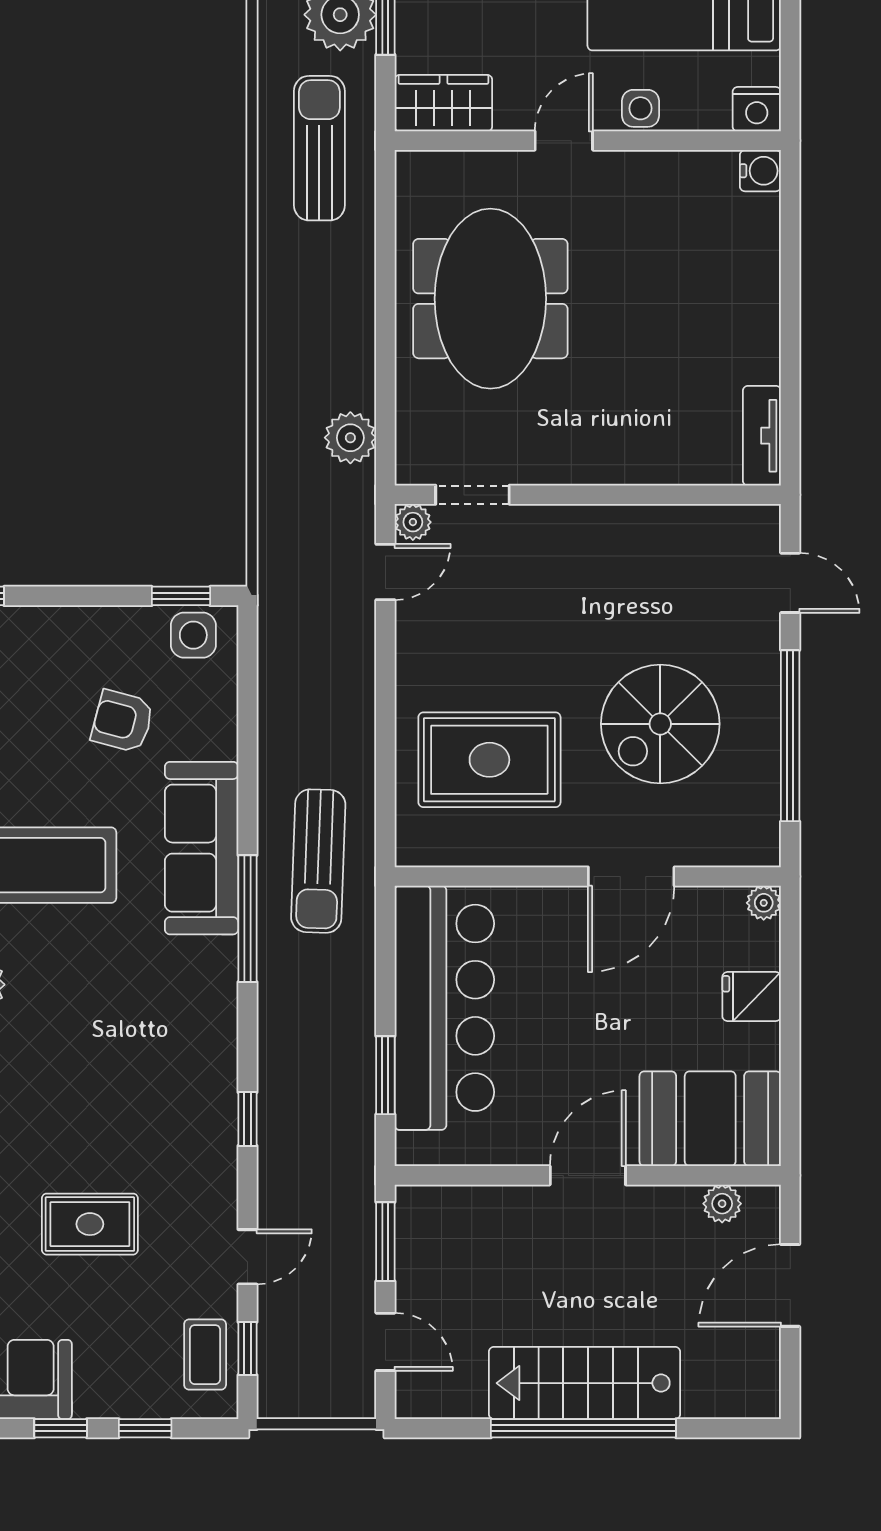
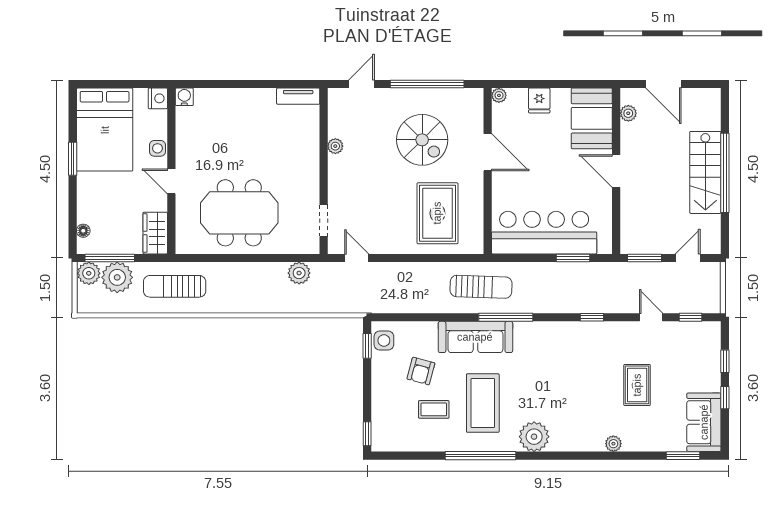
plant: (413, 522) -> (335, 146), moved
coffee table: (205, 1355) -> (434, 409), moved

